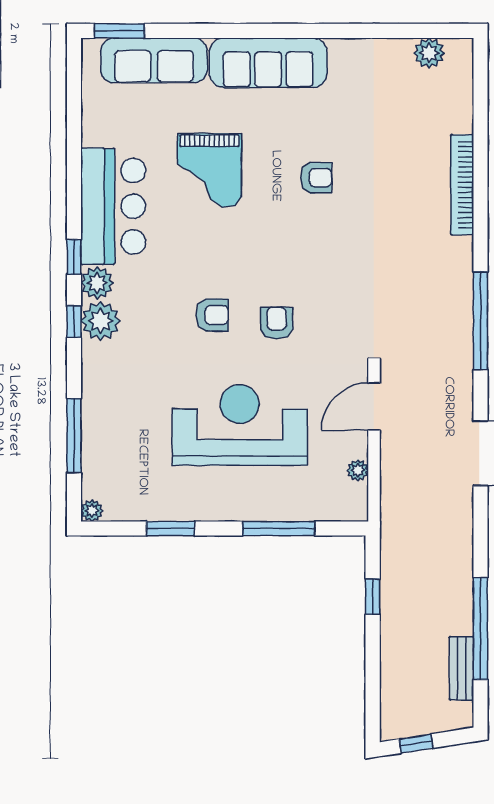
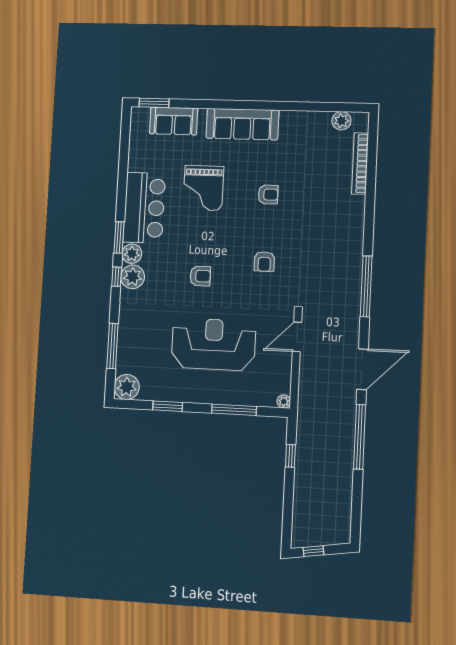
sofa: (154, 60) -> (174, 121), width x0.73
bookcase: (462, 185) -> (360, 163), moved
window: (74, 257) -> (119, 237), width x1.50
armchair: (277, 323) -> (264, 262), moved, turned 180
plant: (358, 470) -> (284, 401), moved
plant: (92, 511) -> (127, 387), width x1.88, depth x1.88
window: (480, 629) -> (360, 437), moved
bench: (461, 668) -> (344, 505), removed

